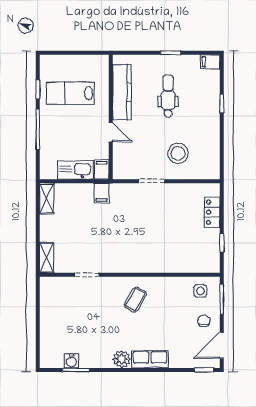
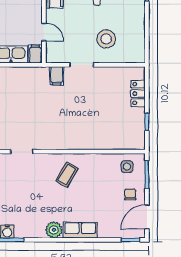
door: (111, 132) -> (44, 32), moved
filing cabinet: (102, 193) -> (57, 76), moved

